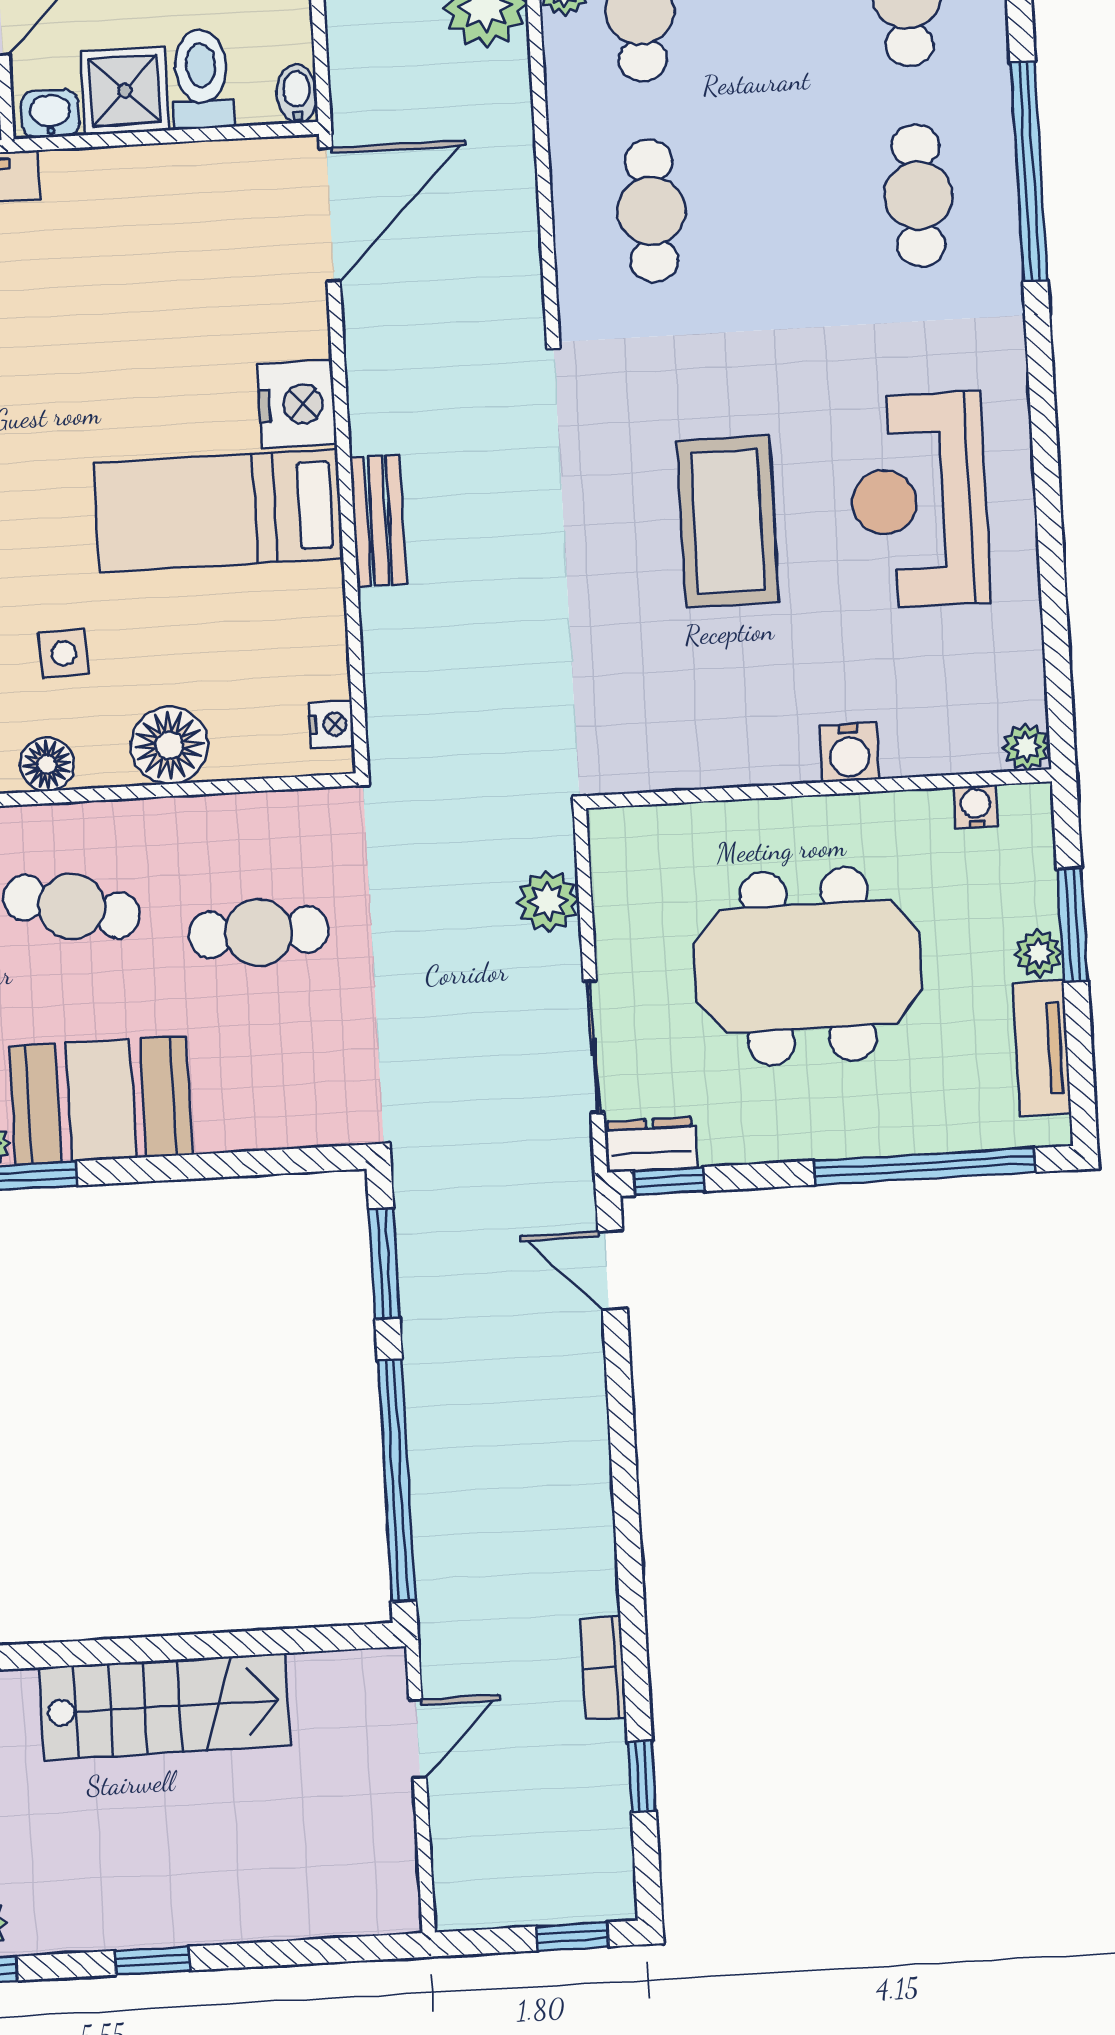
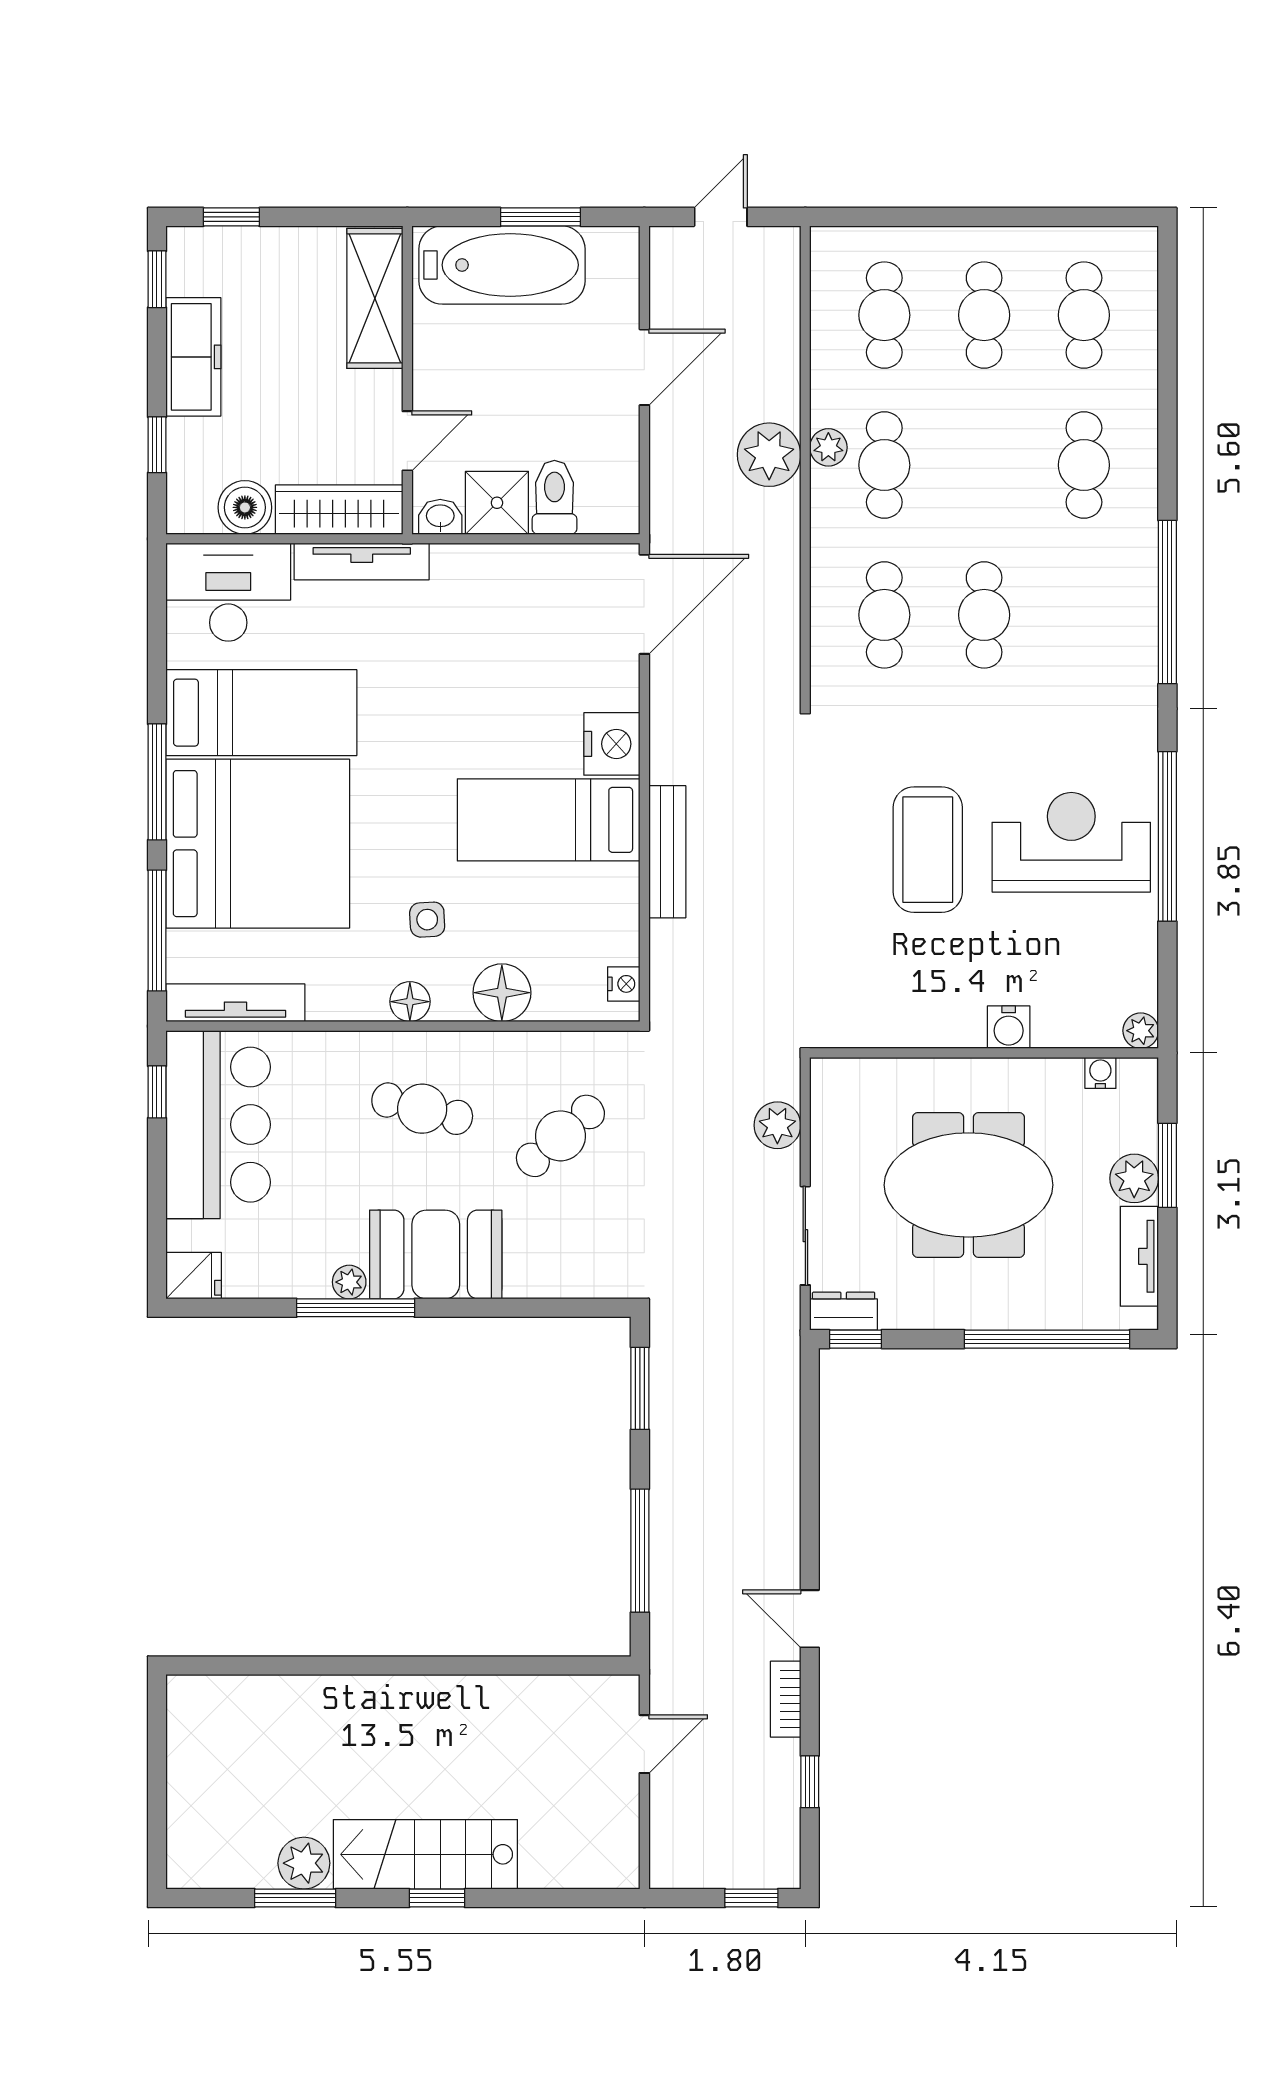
bidet: (297, 94) -> (625, 512), removed
cafe table: (918, 195) -> (984, 615), moved
window: (1047, 485) -> (1167, 836), added
reception desk: (919, 500) -> (1071, 842), turned 90
bench: (378, 520) -> (667, 852), width x1.36
cafe table: (259, 932) -> (560, 1136), turned -41
plant: (1038, 953) -> (1134, 1178), width x1.38, depth x1.38
door: (613, 1270) -> (810, 1619), moved
window: (397, 1481) -> (640, 1551), width x0.68
stairs: (165, 1707) -> (425, 1854), moved, turned 180

